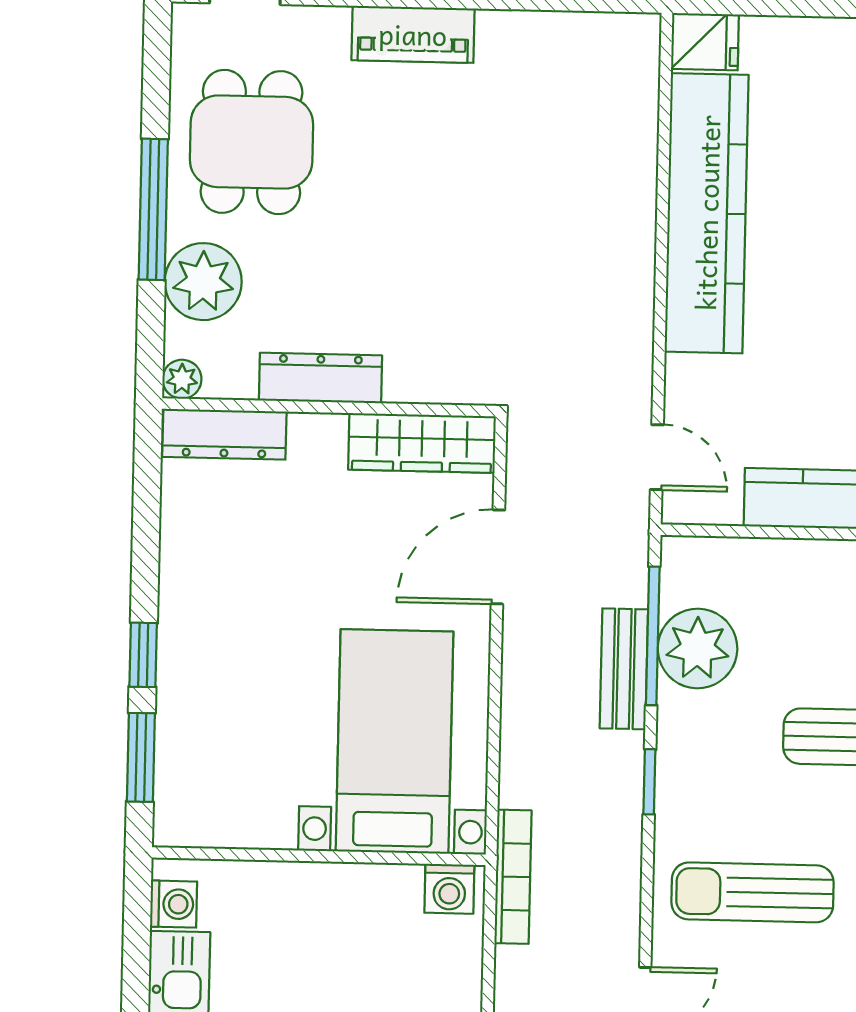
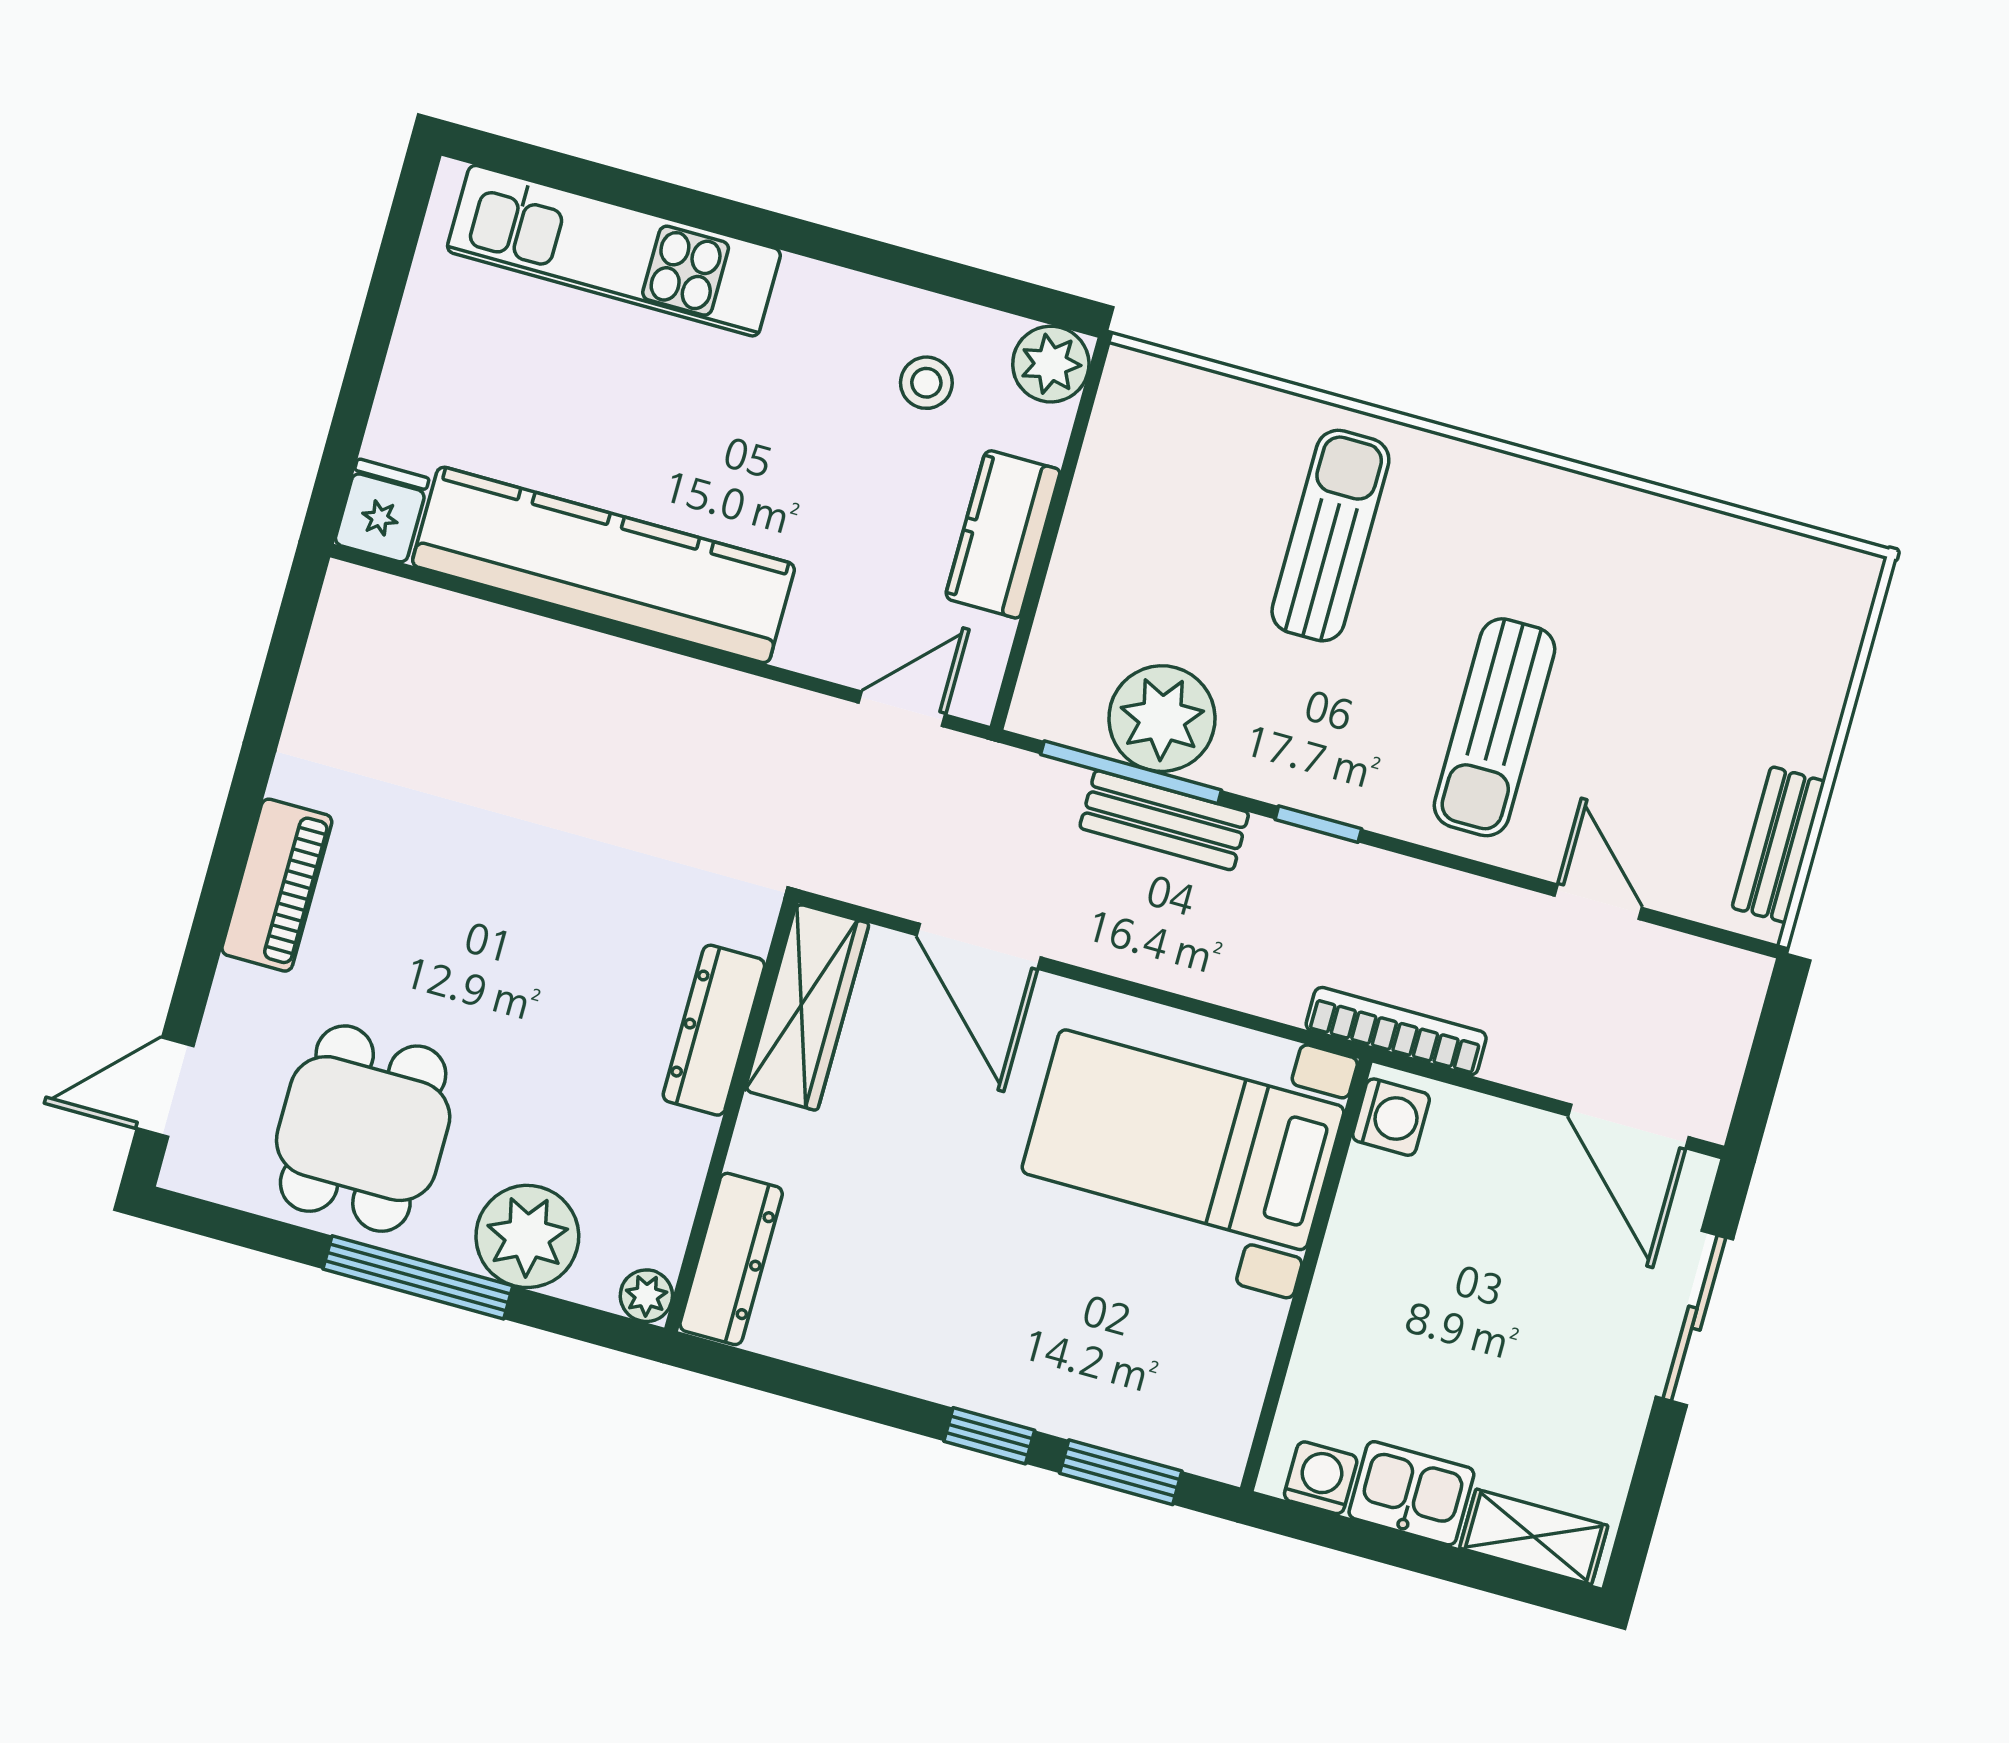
dining table: (252, 142) -> (363, 1129), turned 90
dresser: (320, 378) -> (714, 1030), moved

